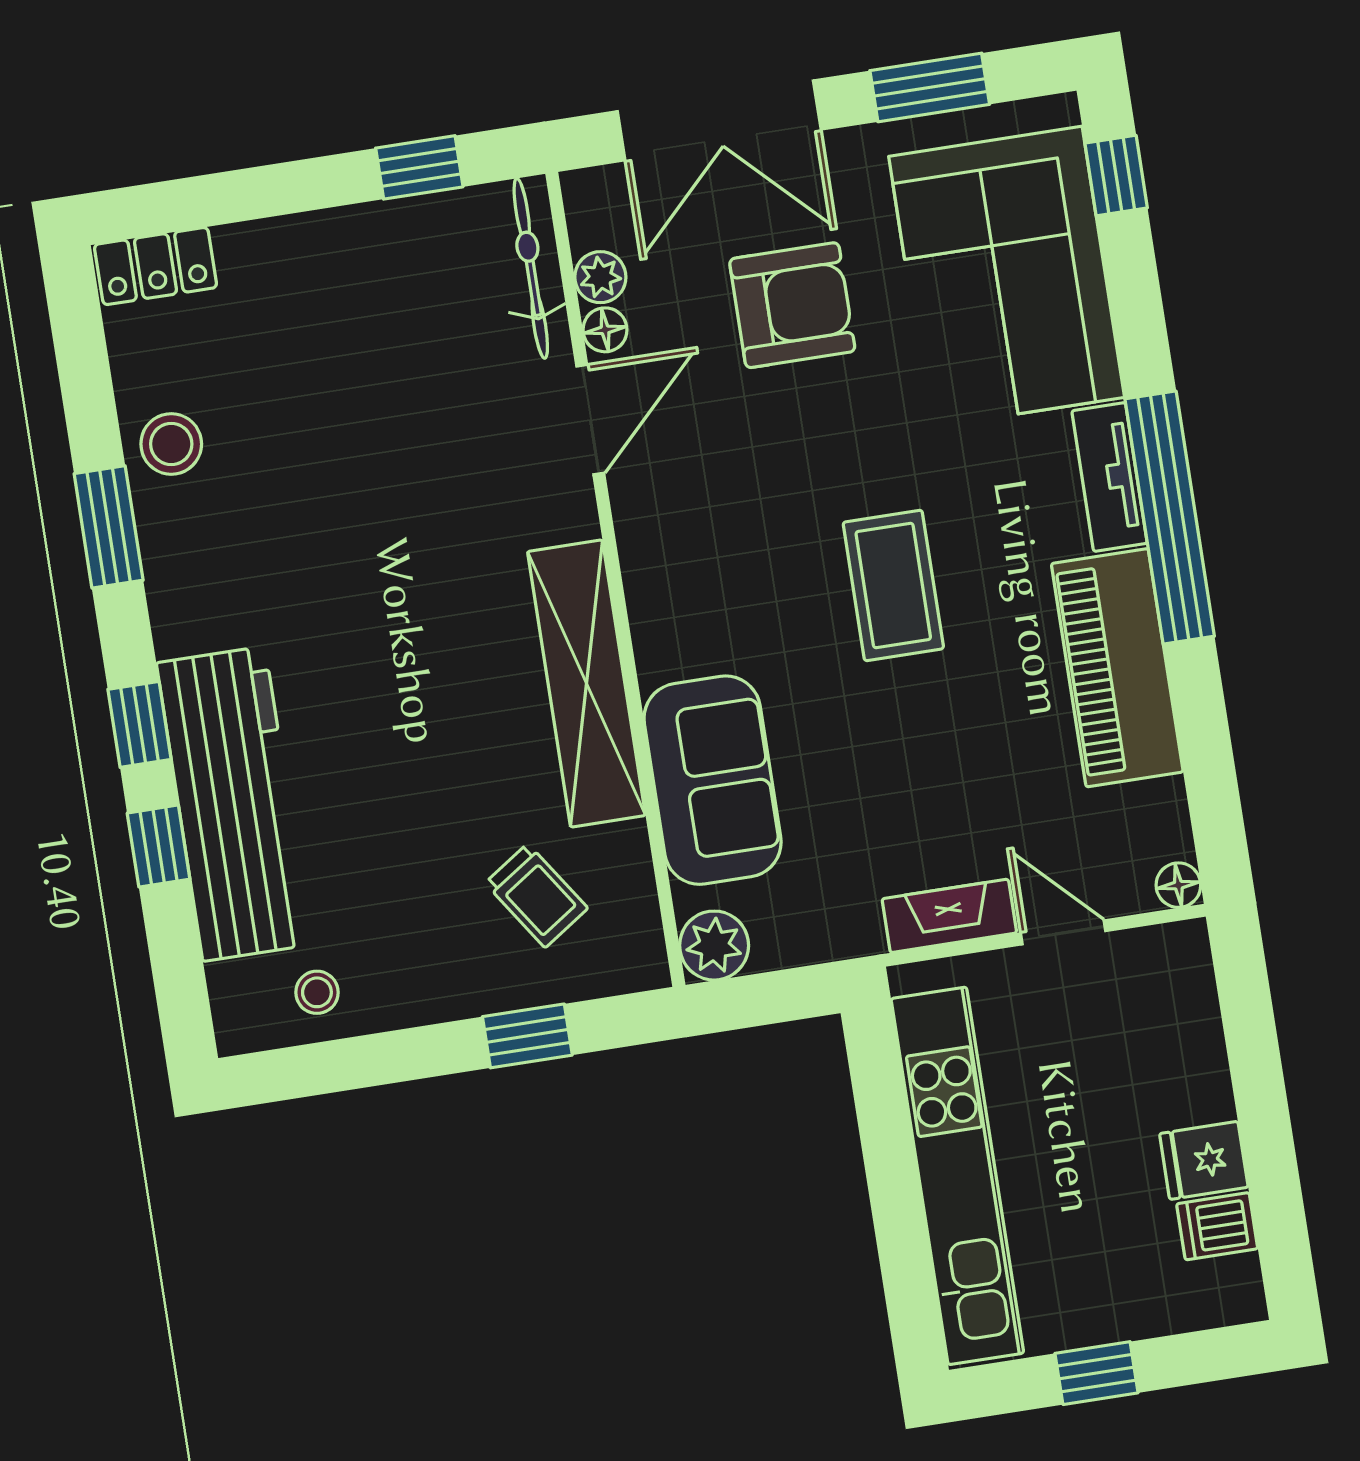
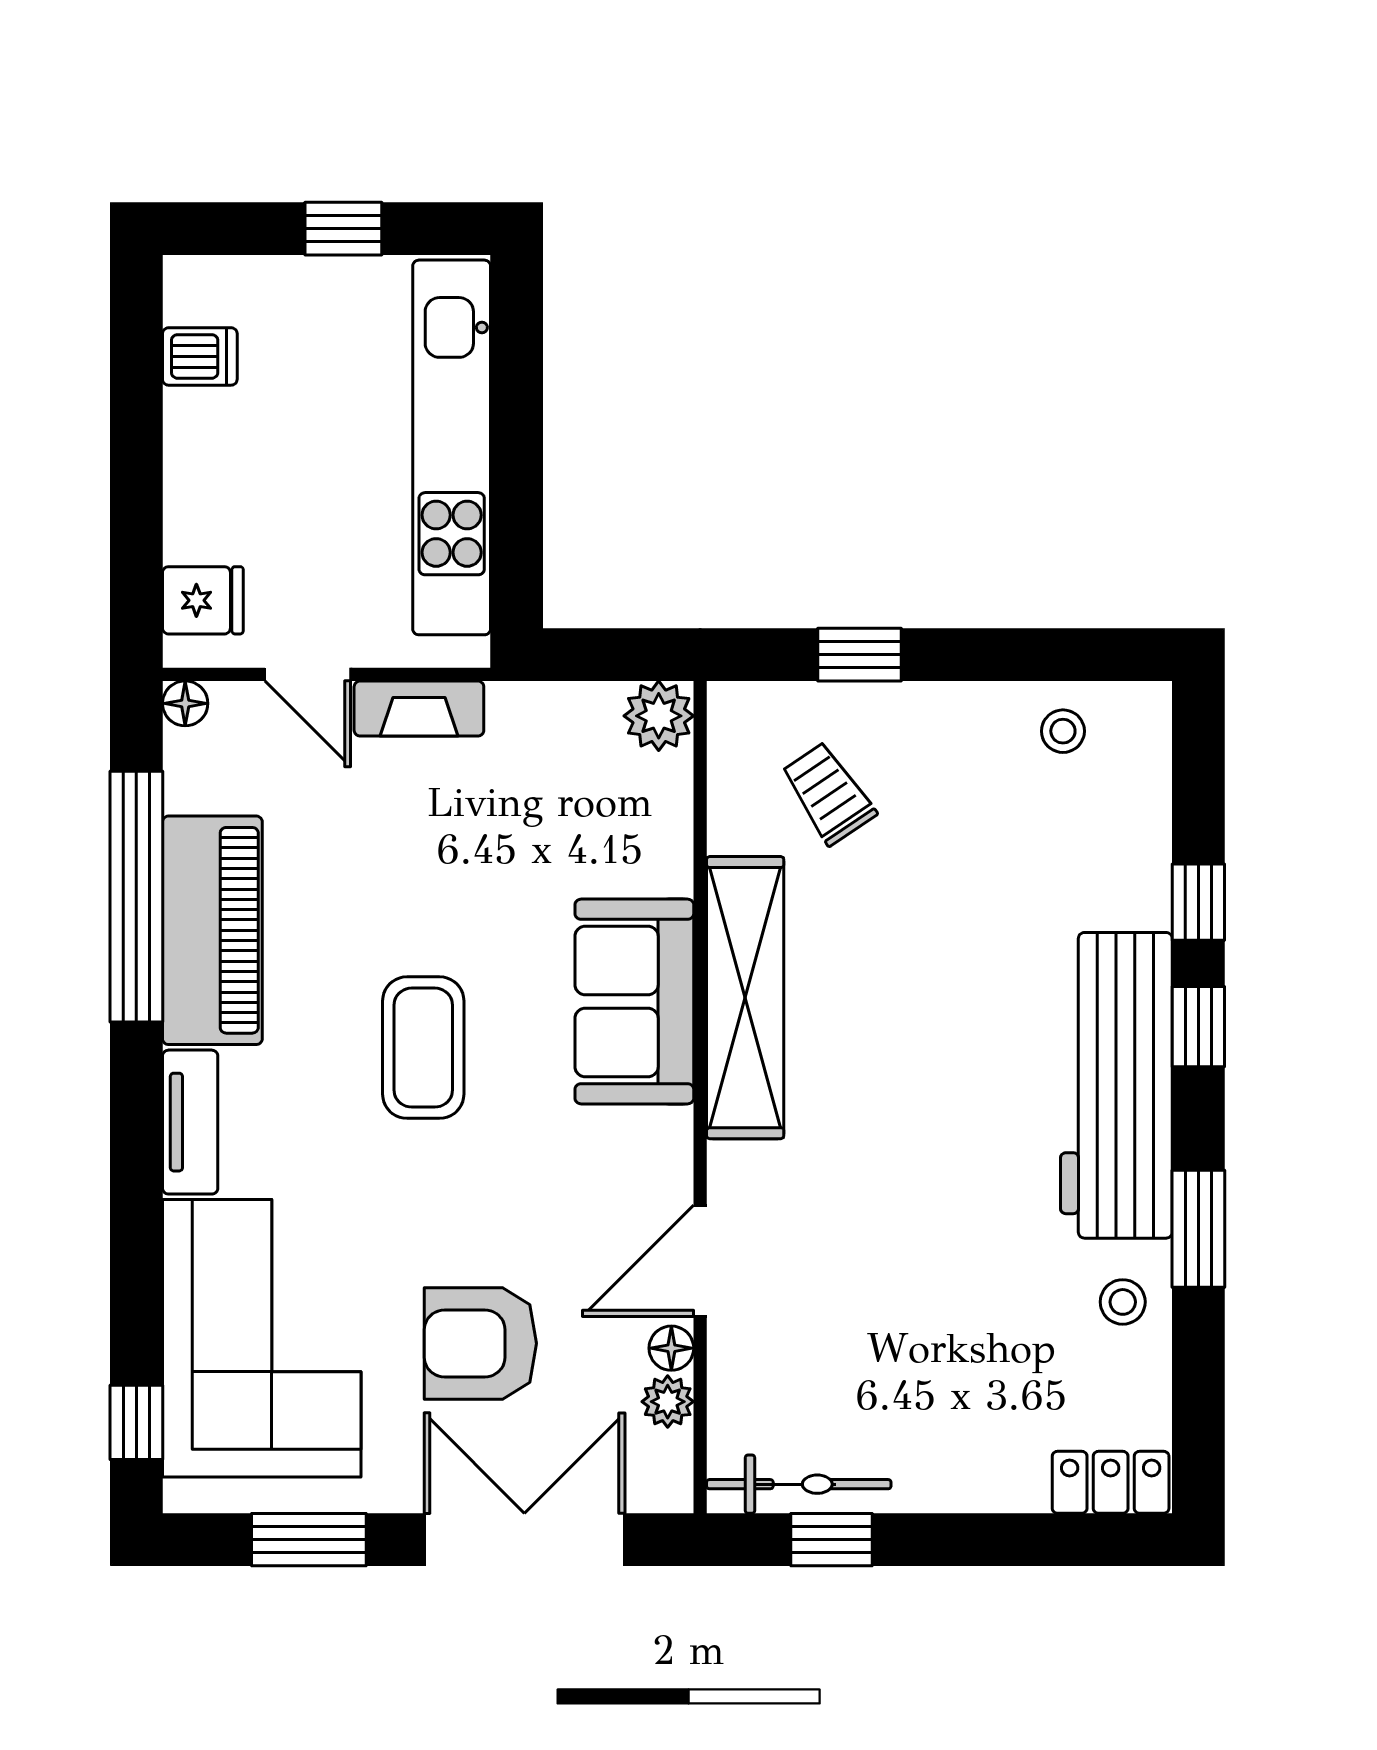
bicycle: (531, 268) -> (799, 1484), moved, turned -90
stool: (171, 444) -> (1123, 1302), width x0.73, depth x0.73
window: (1170, 518) -> (136, 897), moved
sofa: (713, 780) -> (634, 1001), moved
workbench: (234, 804) -> (1116, 1085), moved
fridge: (1204, 1160) -> (203, 600), moved

